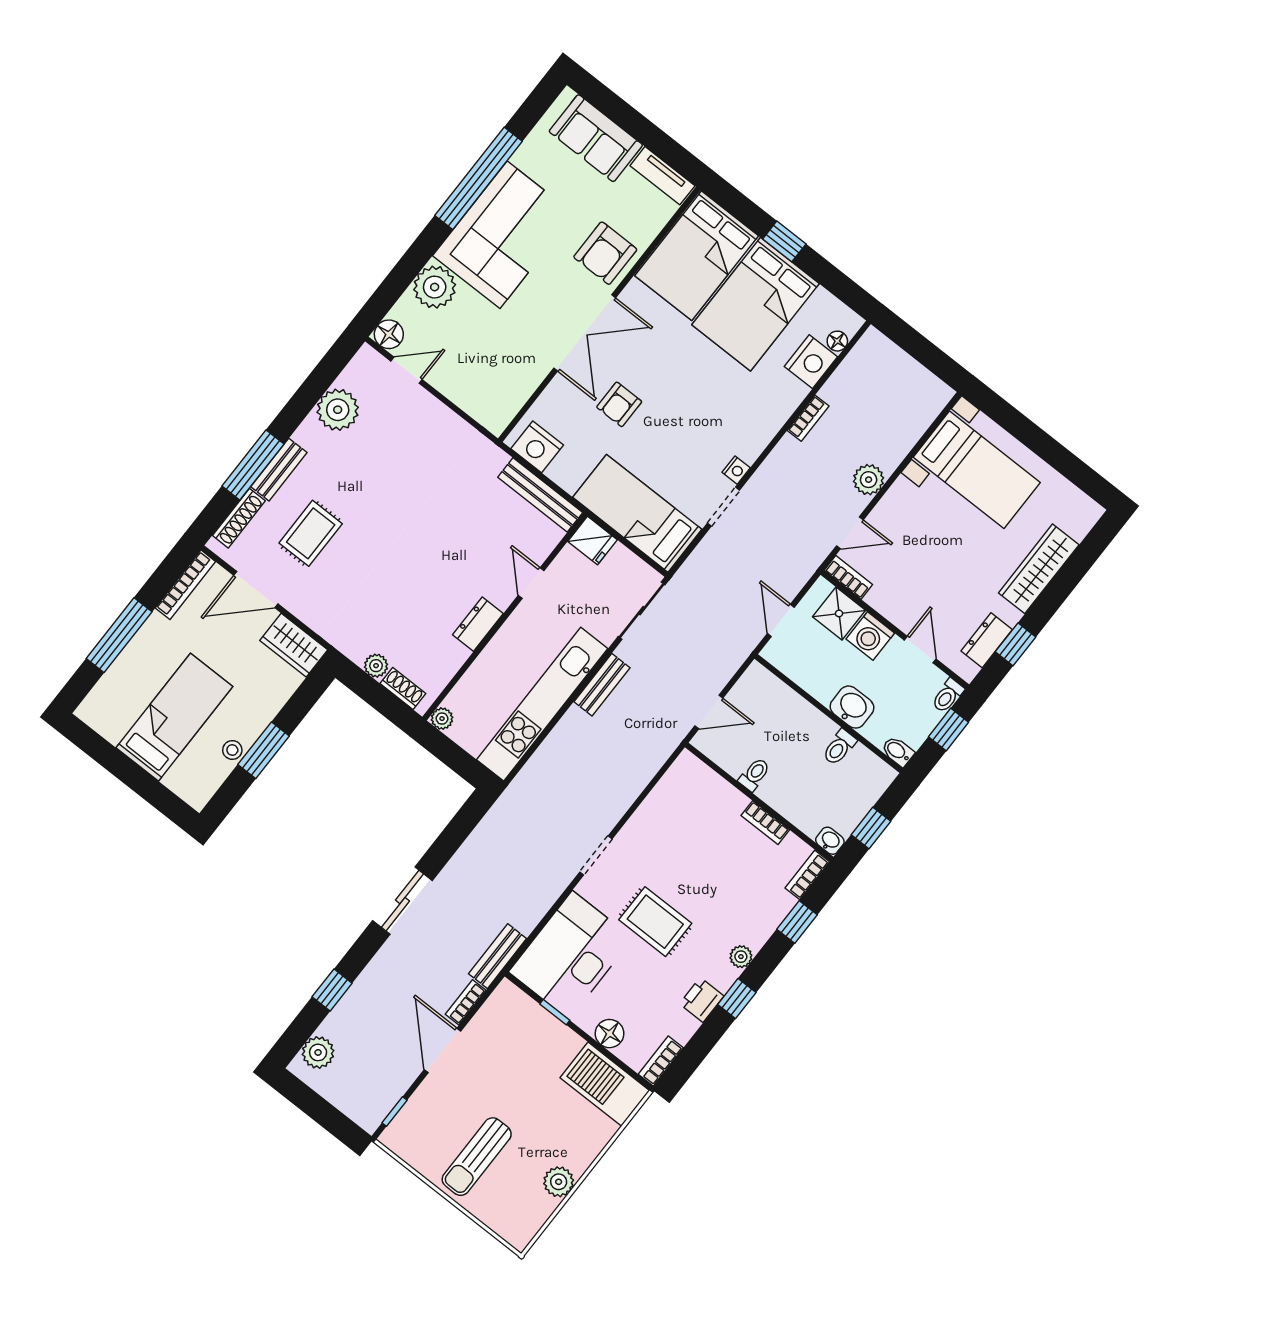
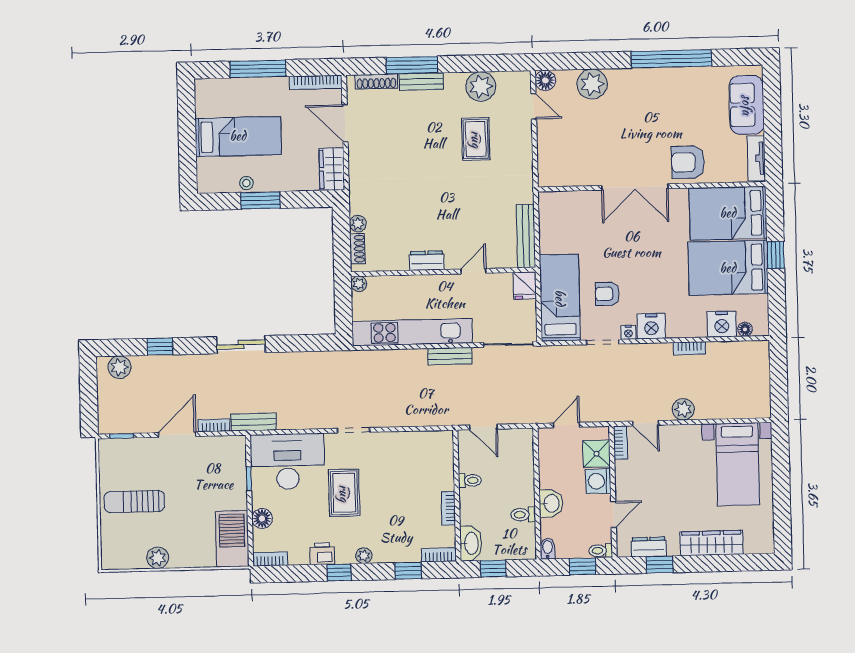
corner sofa: (504, 235) -> (652, 98), removed
armchair: (619, 404) -> (607, 294), moved
nightstand: (537, 447) -> (651, 326), moved, turned -90
rug: (311, 533) -> (476, 139), moved, turned 90
washbasin: (830, 841) -> (471, 543), width x1.91, depth x1.45

